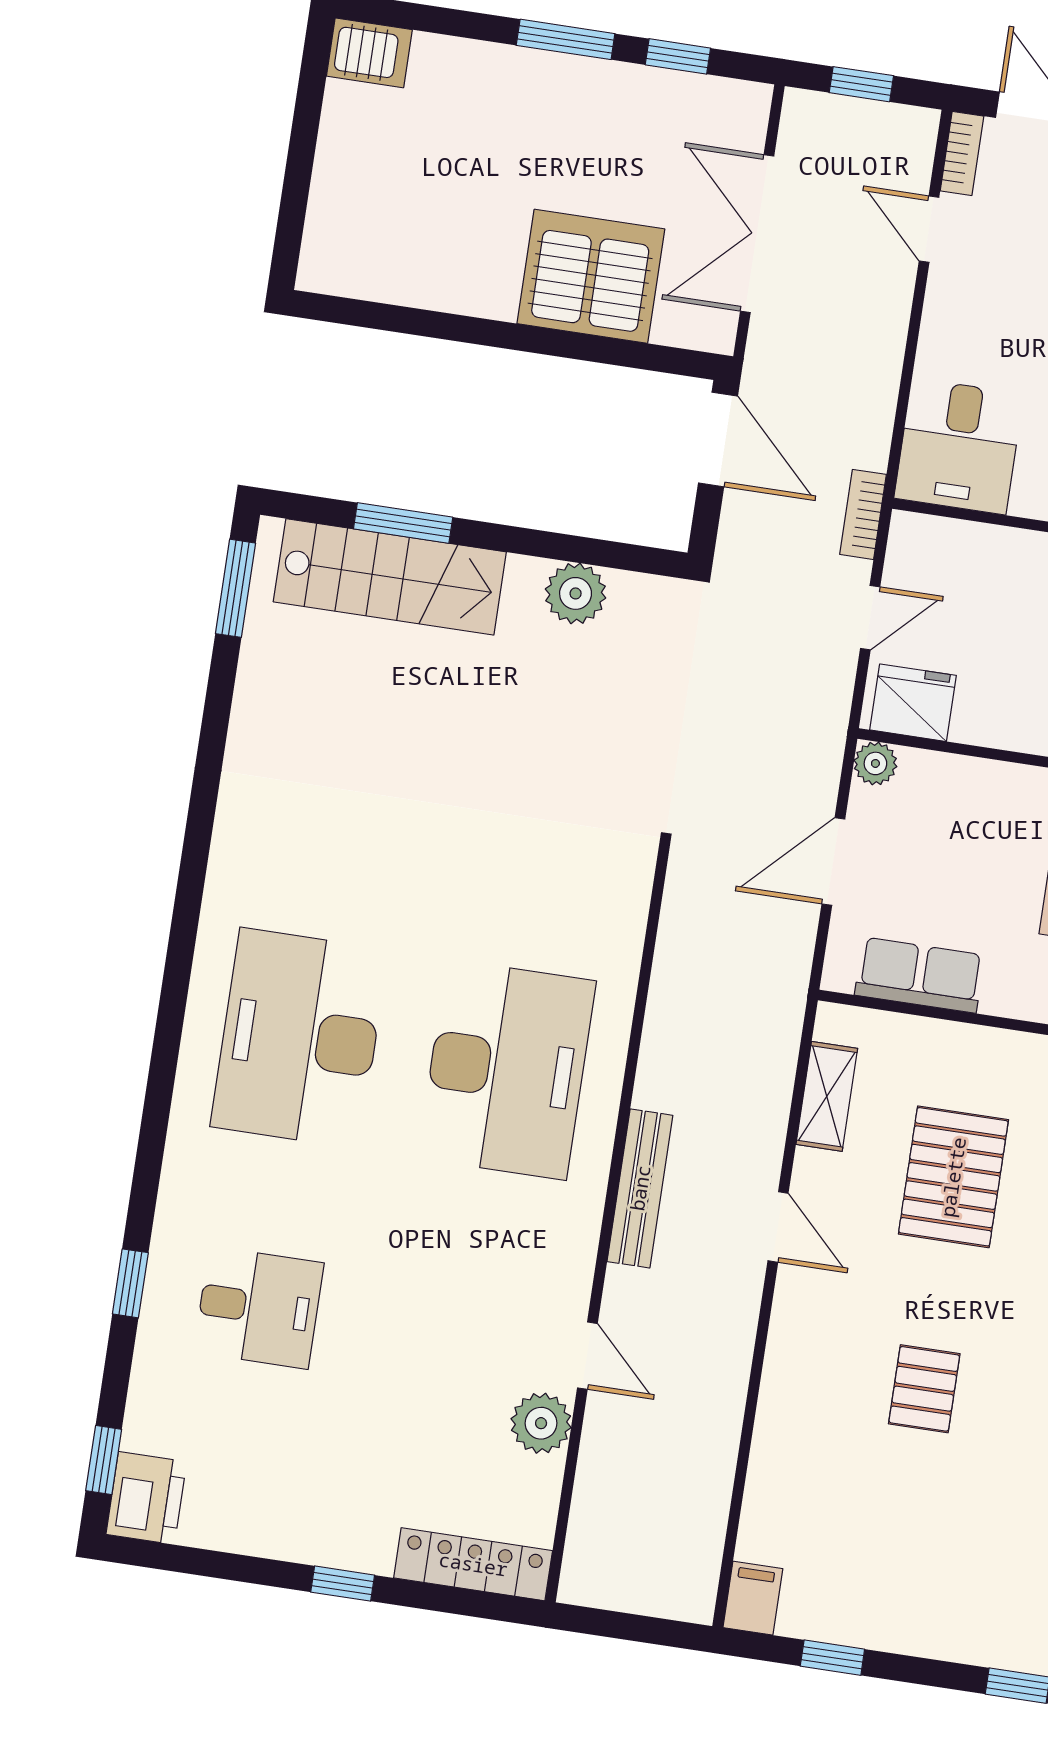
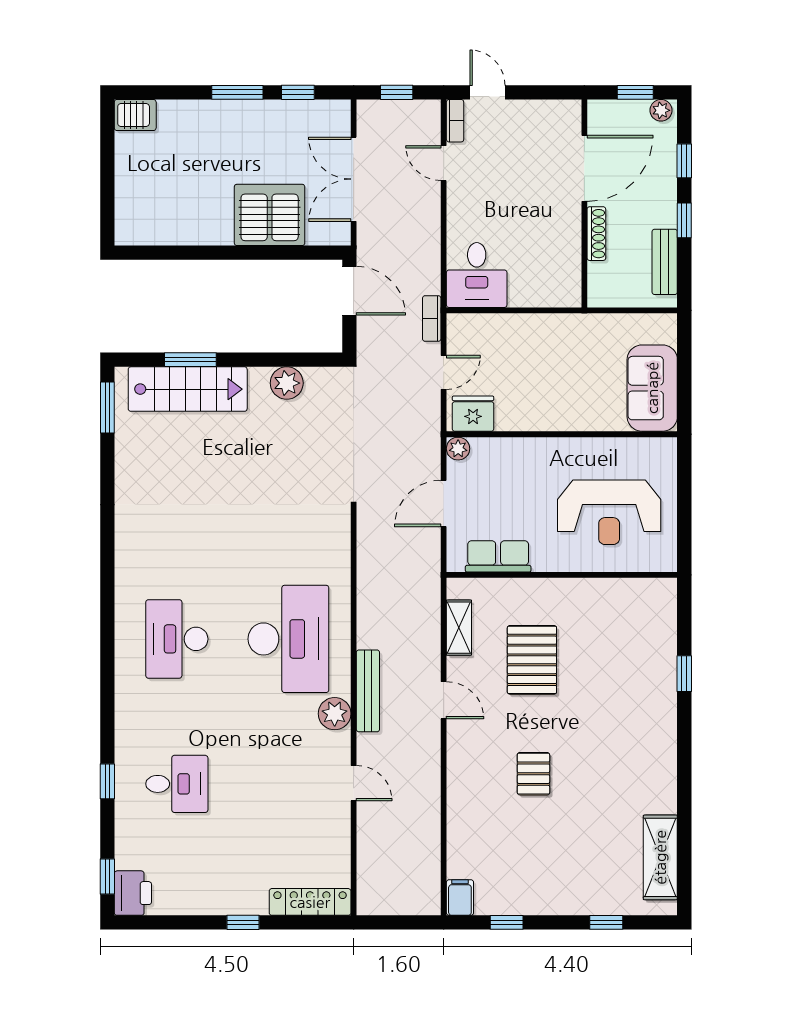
desk: (299, 1038) -> (177, 639), width x0.73, depth x0.77
plant: (541, 1423) -> (335, 714), moved

